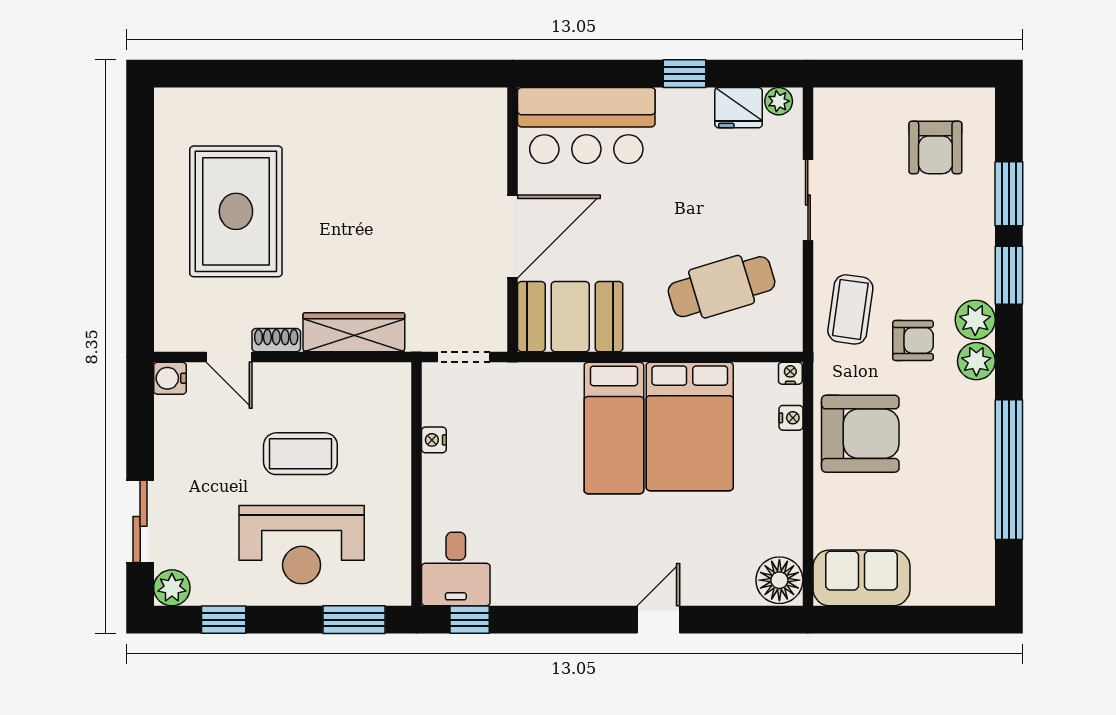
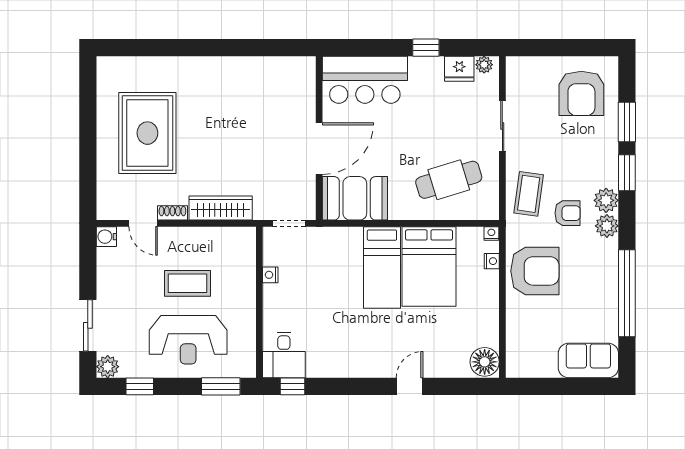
armchair: (935, 147) -> (581, 93), width x1.36, depth x1.36
sofa: (861, 578) -> (588, 360), moved

